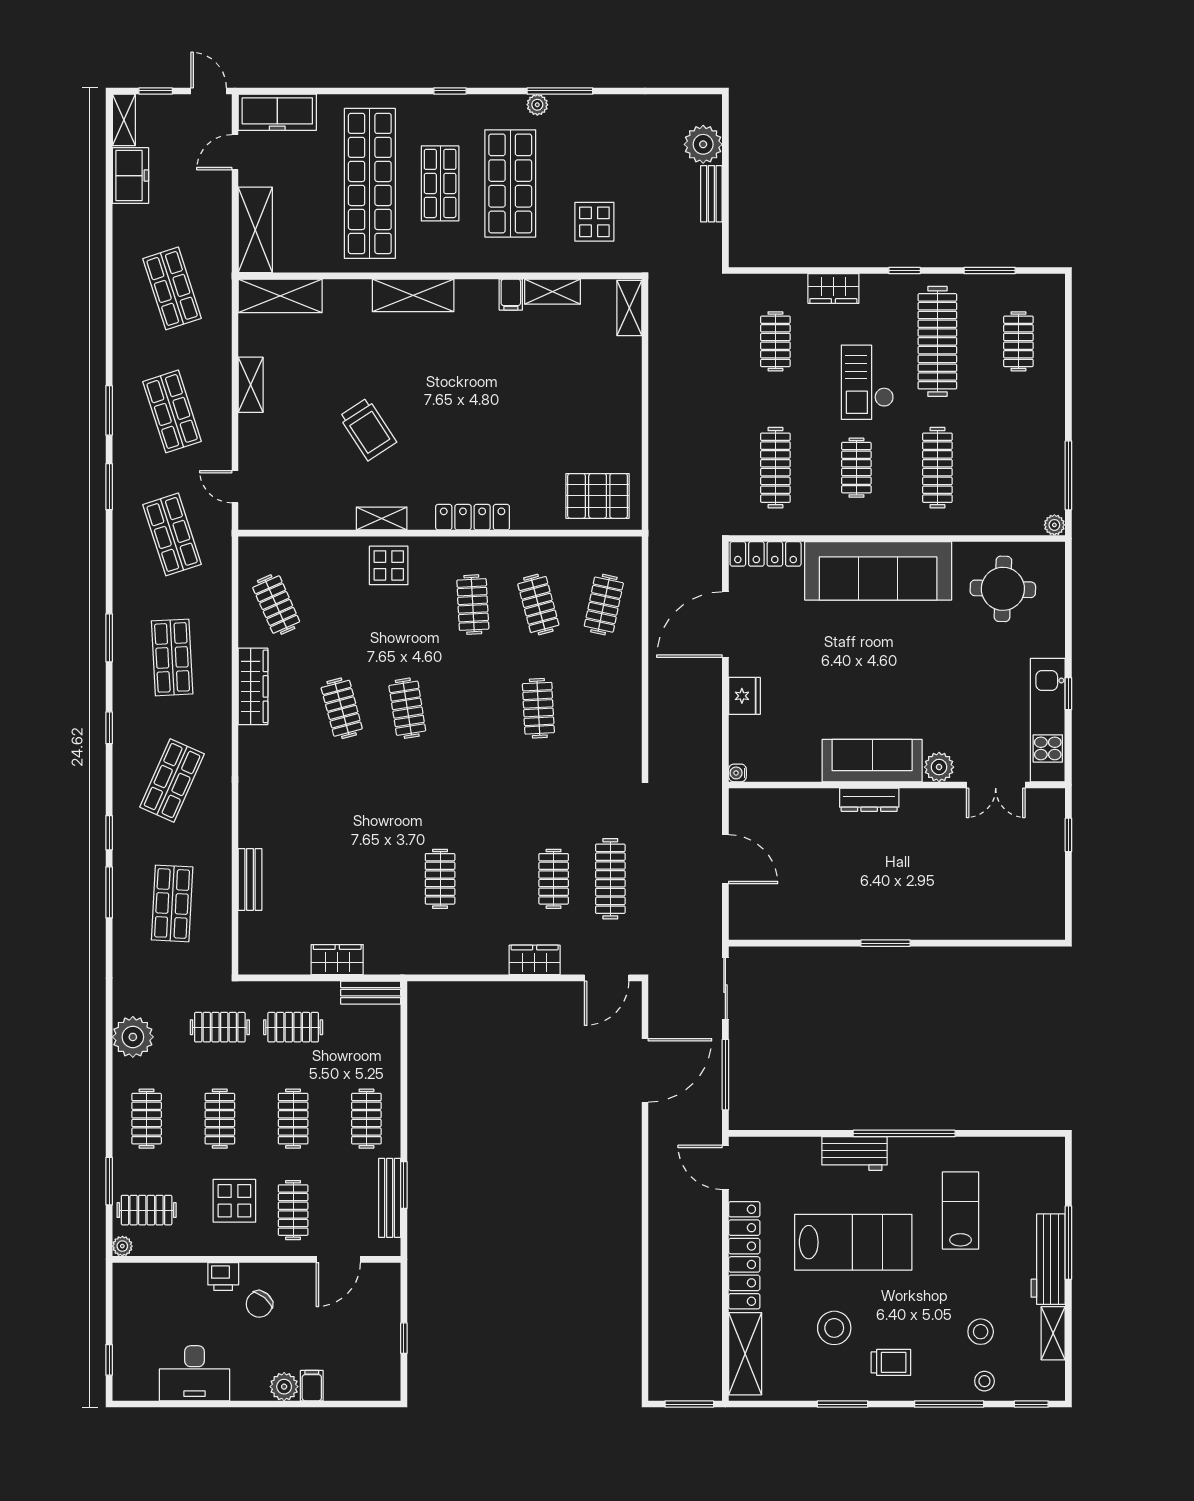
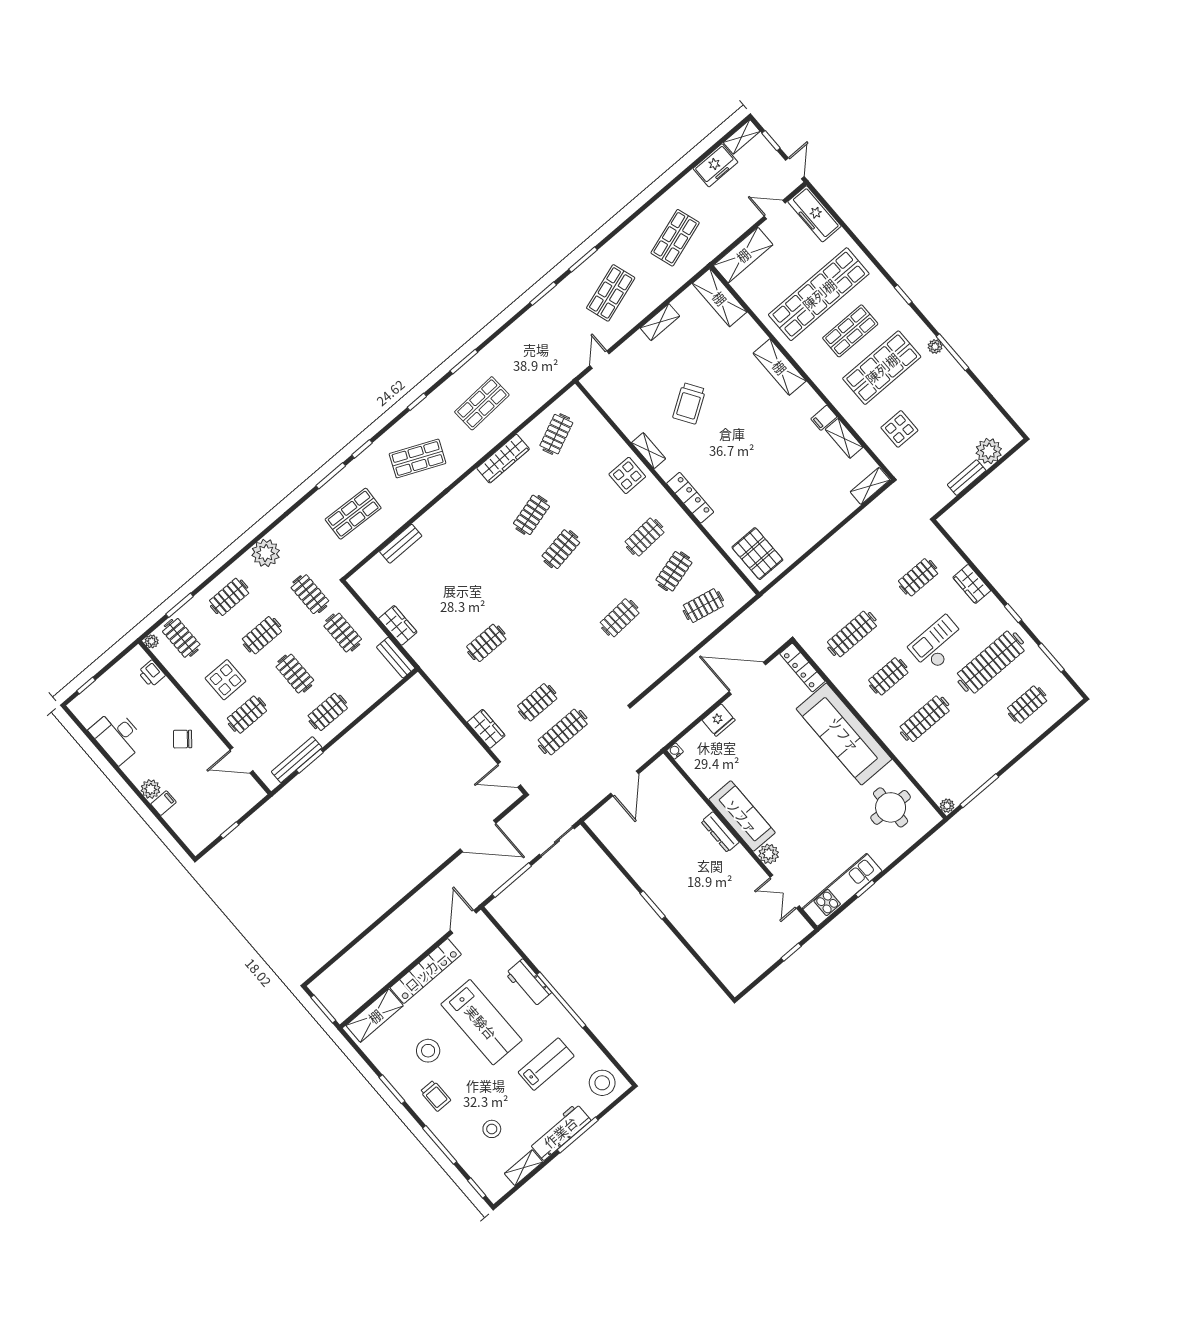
shop shelf: (172, 534) -> (546, 348), removed
clothes rail: (293, 1119) -> (295, 674), turned 90
printer: (223, 1277) -> (152, 674), moved
stool: (984, 1381) -> (602, 1083), moved, width x1.89, depth x1.89

